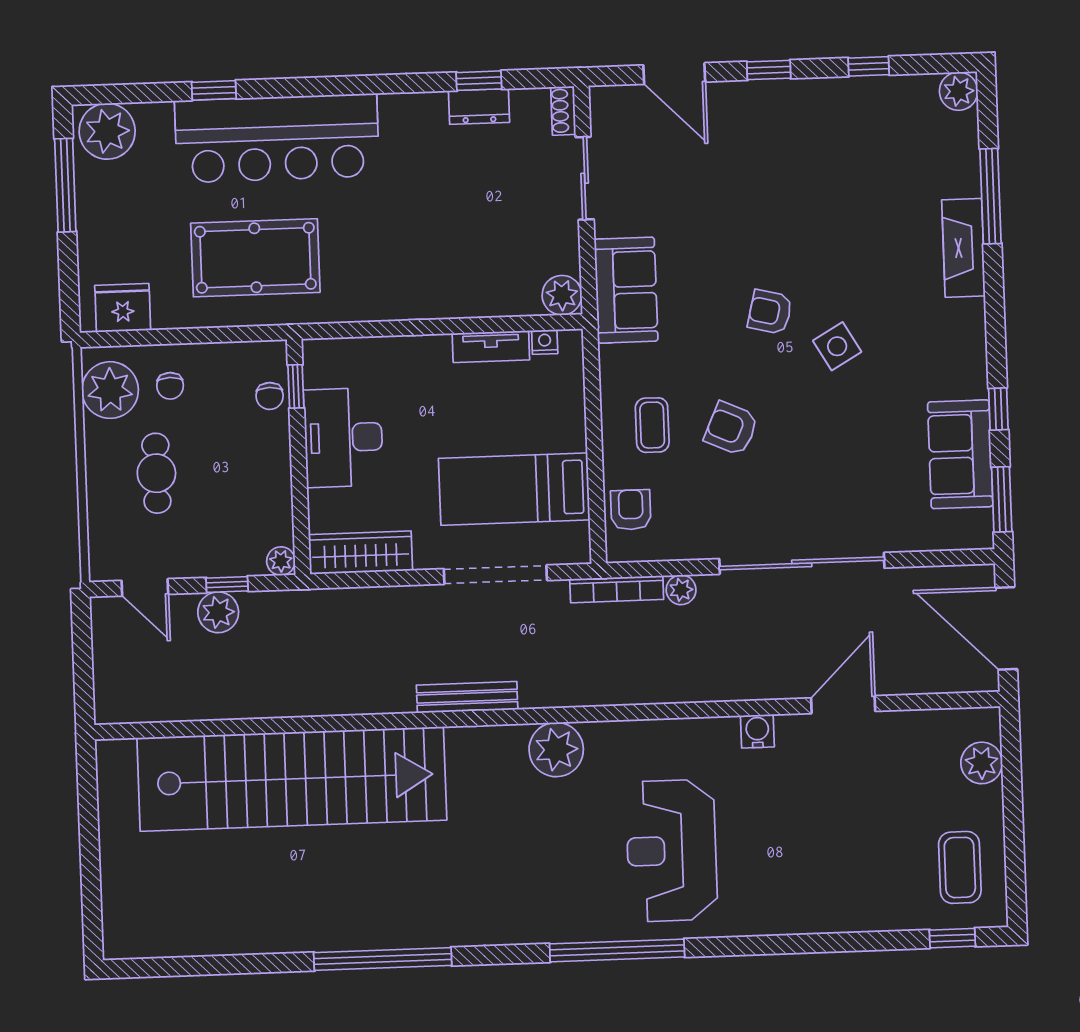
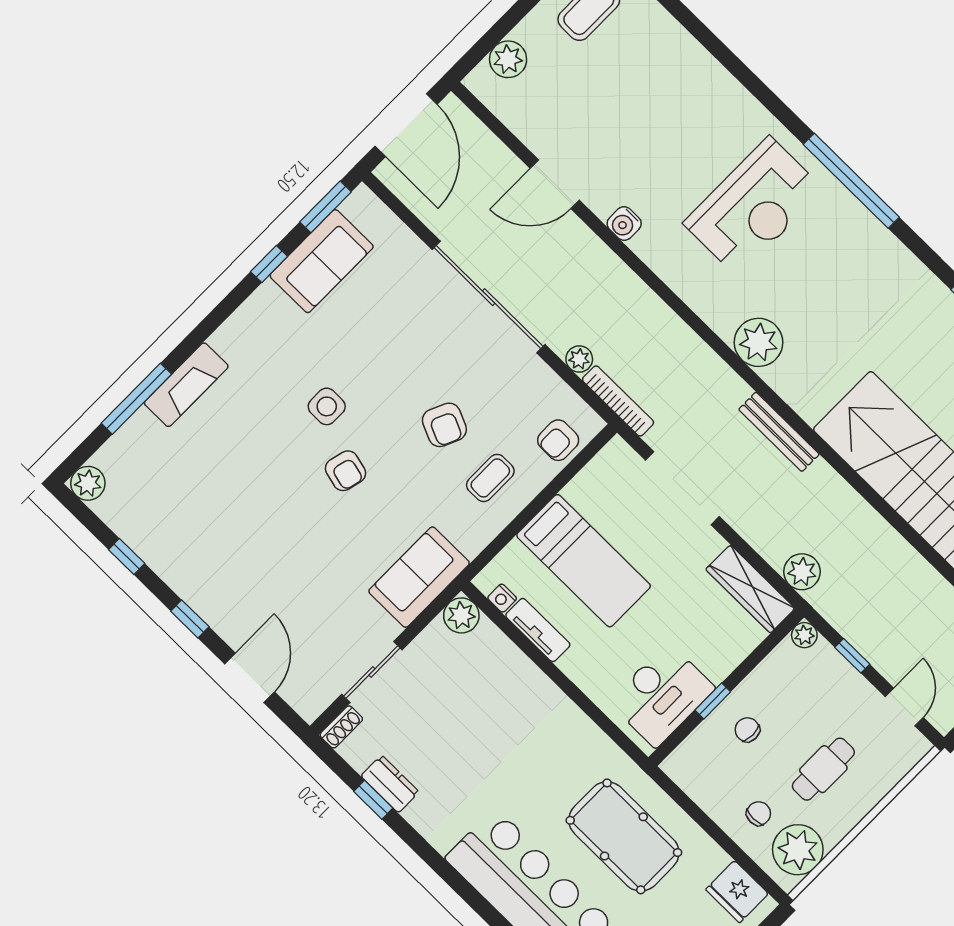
side table: (837, 346) -> (327, 406), turned 30
window: (296, 386) -> (713, 701), moved
chair: (270, 396) -> (747, 730), moved, turned -90
desk: (343, 438) -> (662, 695), moved
bed: (514, 489) -> (584, 561), moved
plant: (218, 612) -> (802, 572), moved

